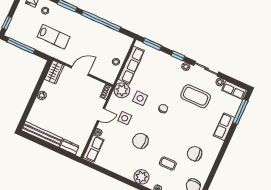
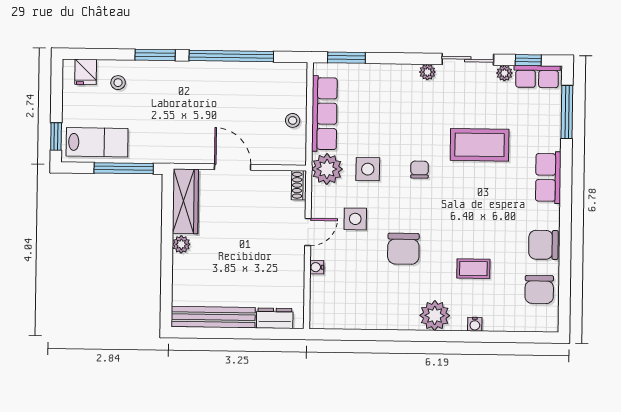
lab bench: (54, 37) -> (97, 142), moved
window: (21, 46) -> (124, 168), moved
window: (178, 56) -> (528, 60), moved
door: (80, 71) -> (233, 167), hinge flipped
wardrobe: (54, 72) -> (185, 201), width x1.50
coffee table: (196, 96) -> (480, 145), moved
row of seats: (224, 127) -> (548, 177), moved
chair: (140, 141) -> (403, 249), turned -90
row of seats: (94, 148) -> (322, 301), removed
chair: (195, 154) -> (543, 245), moved

